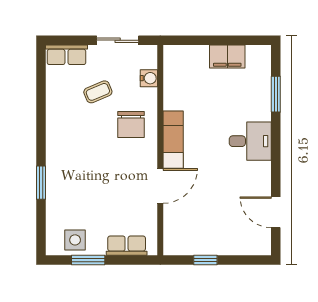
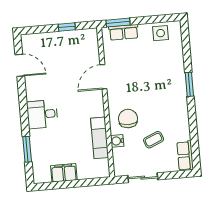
row of seats: (66, 55) -> (185, 156), moved, turned -90
water cooler: (149, 78) -> (117, 141), moved
exam couch: (173, 140) -> (100, 138), moved
window: (41, 183) -> (189, 84), moved
window: (88, 260) -> (118, 23), moved

